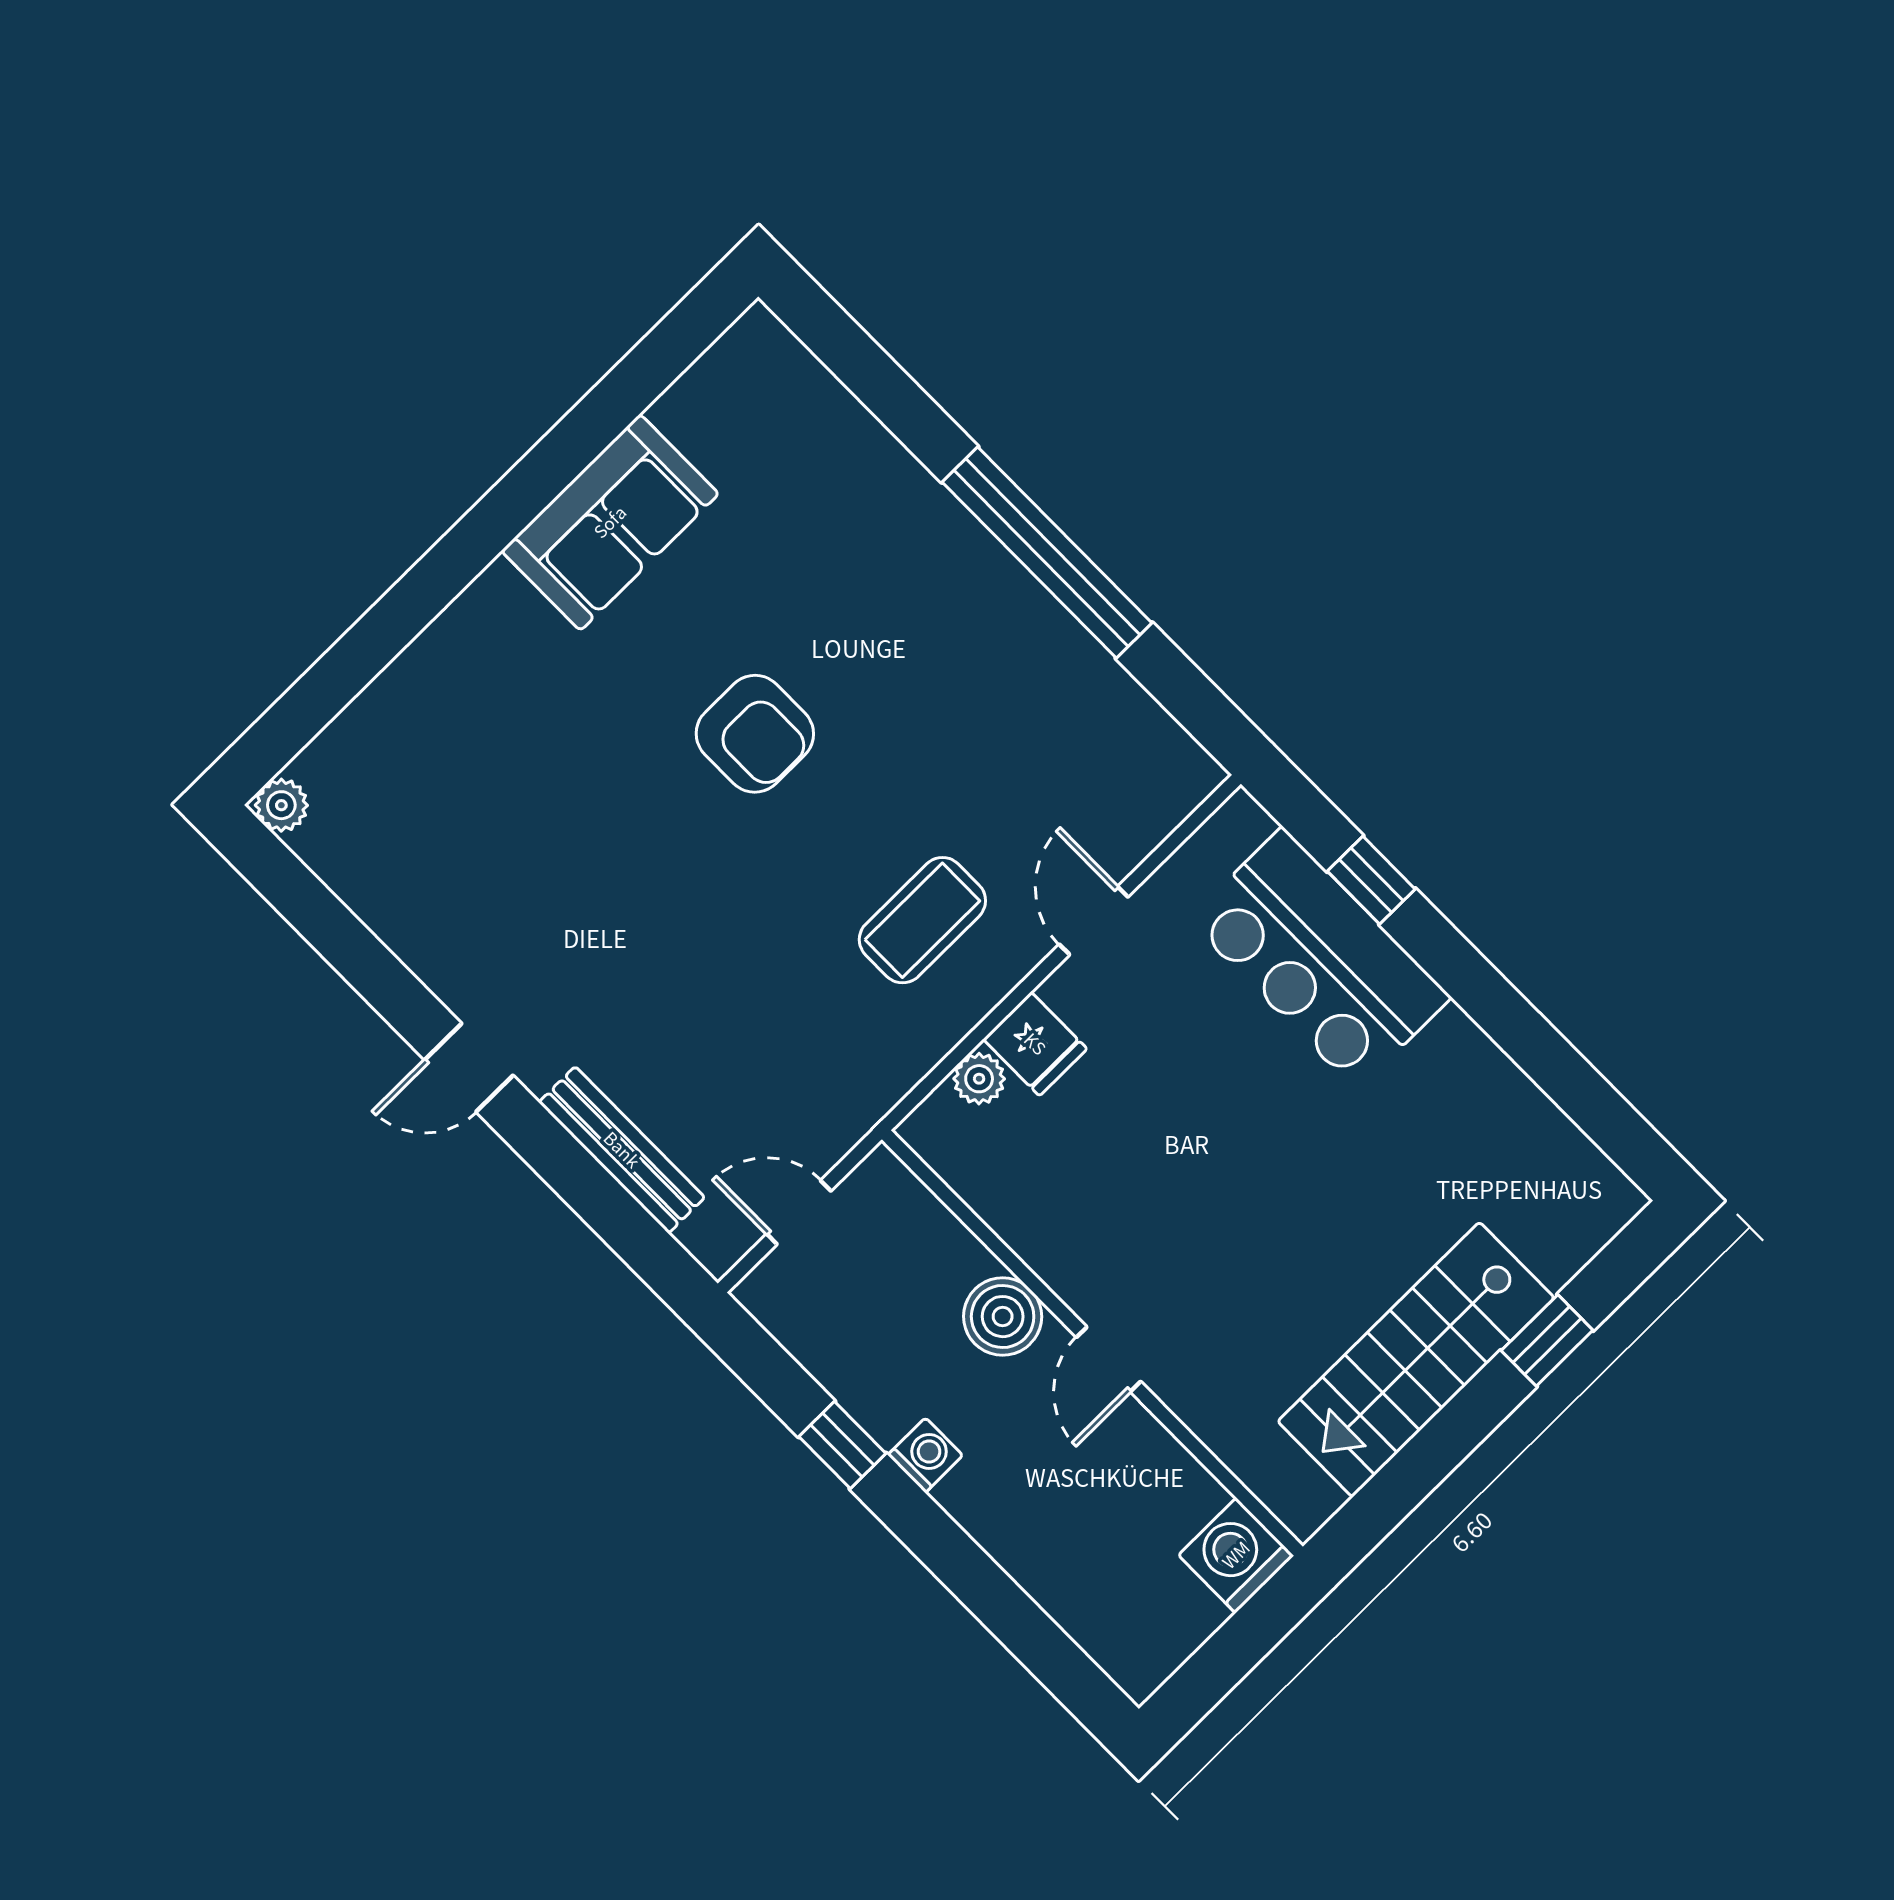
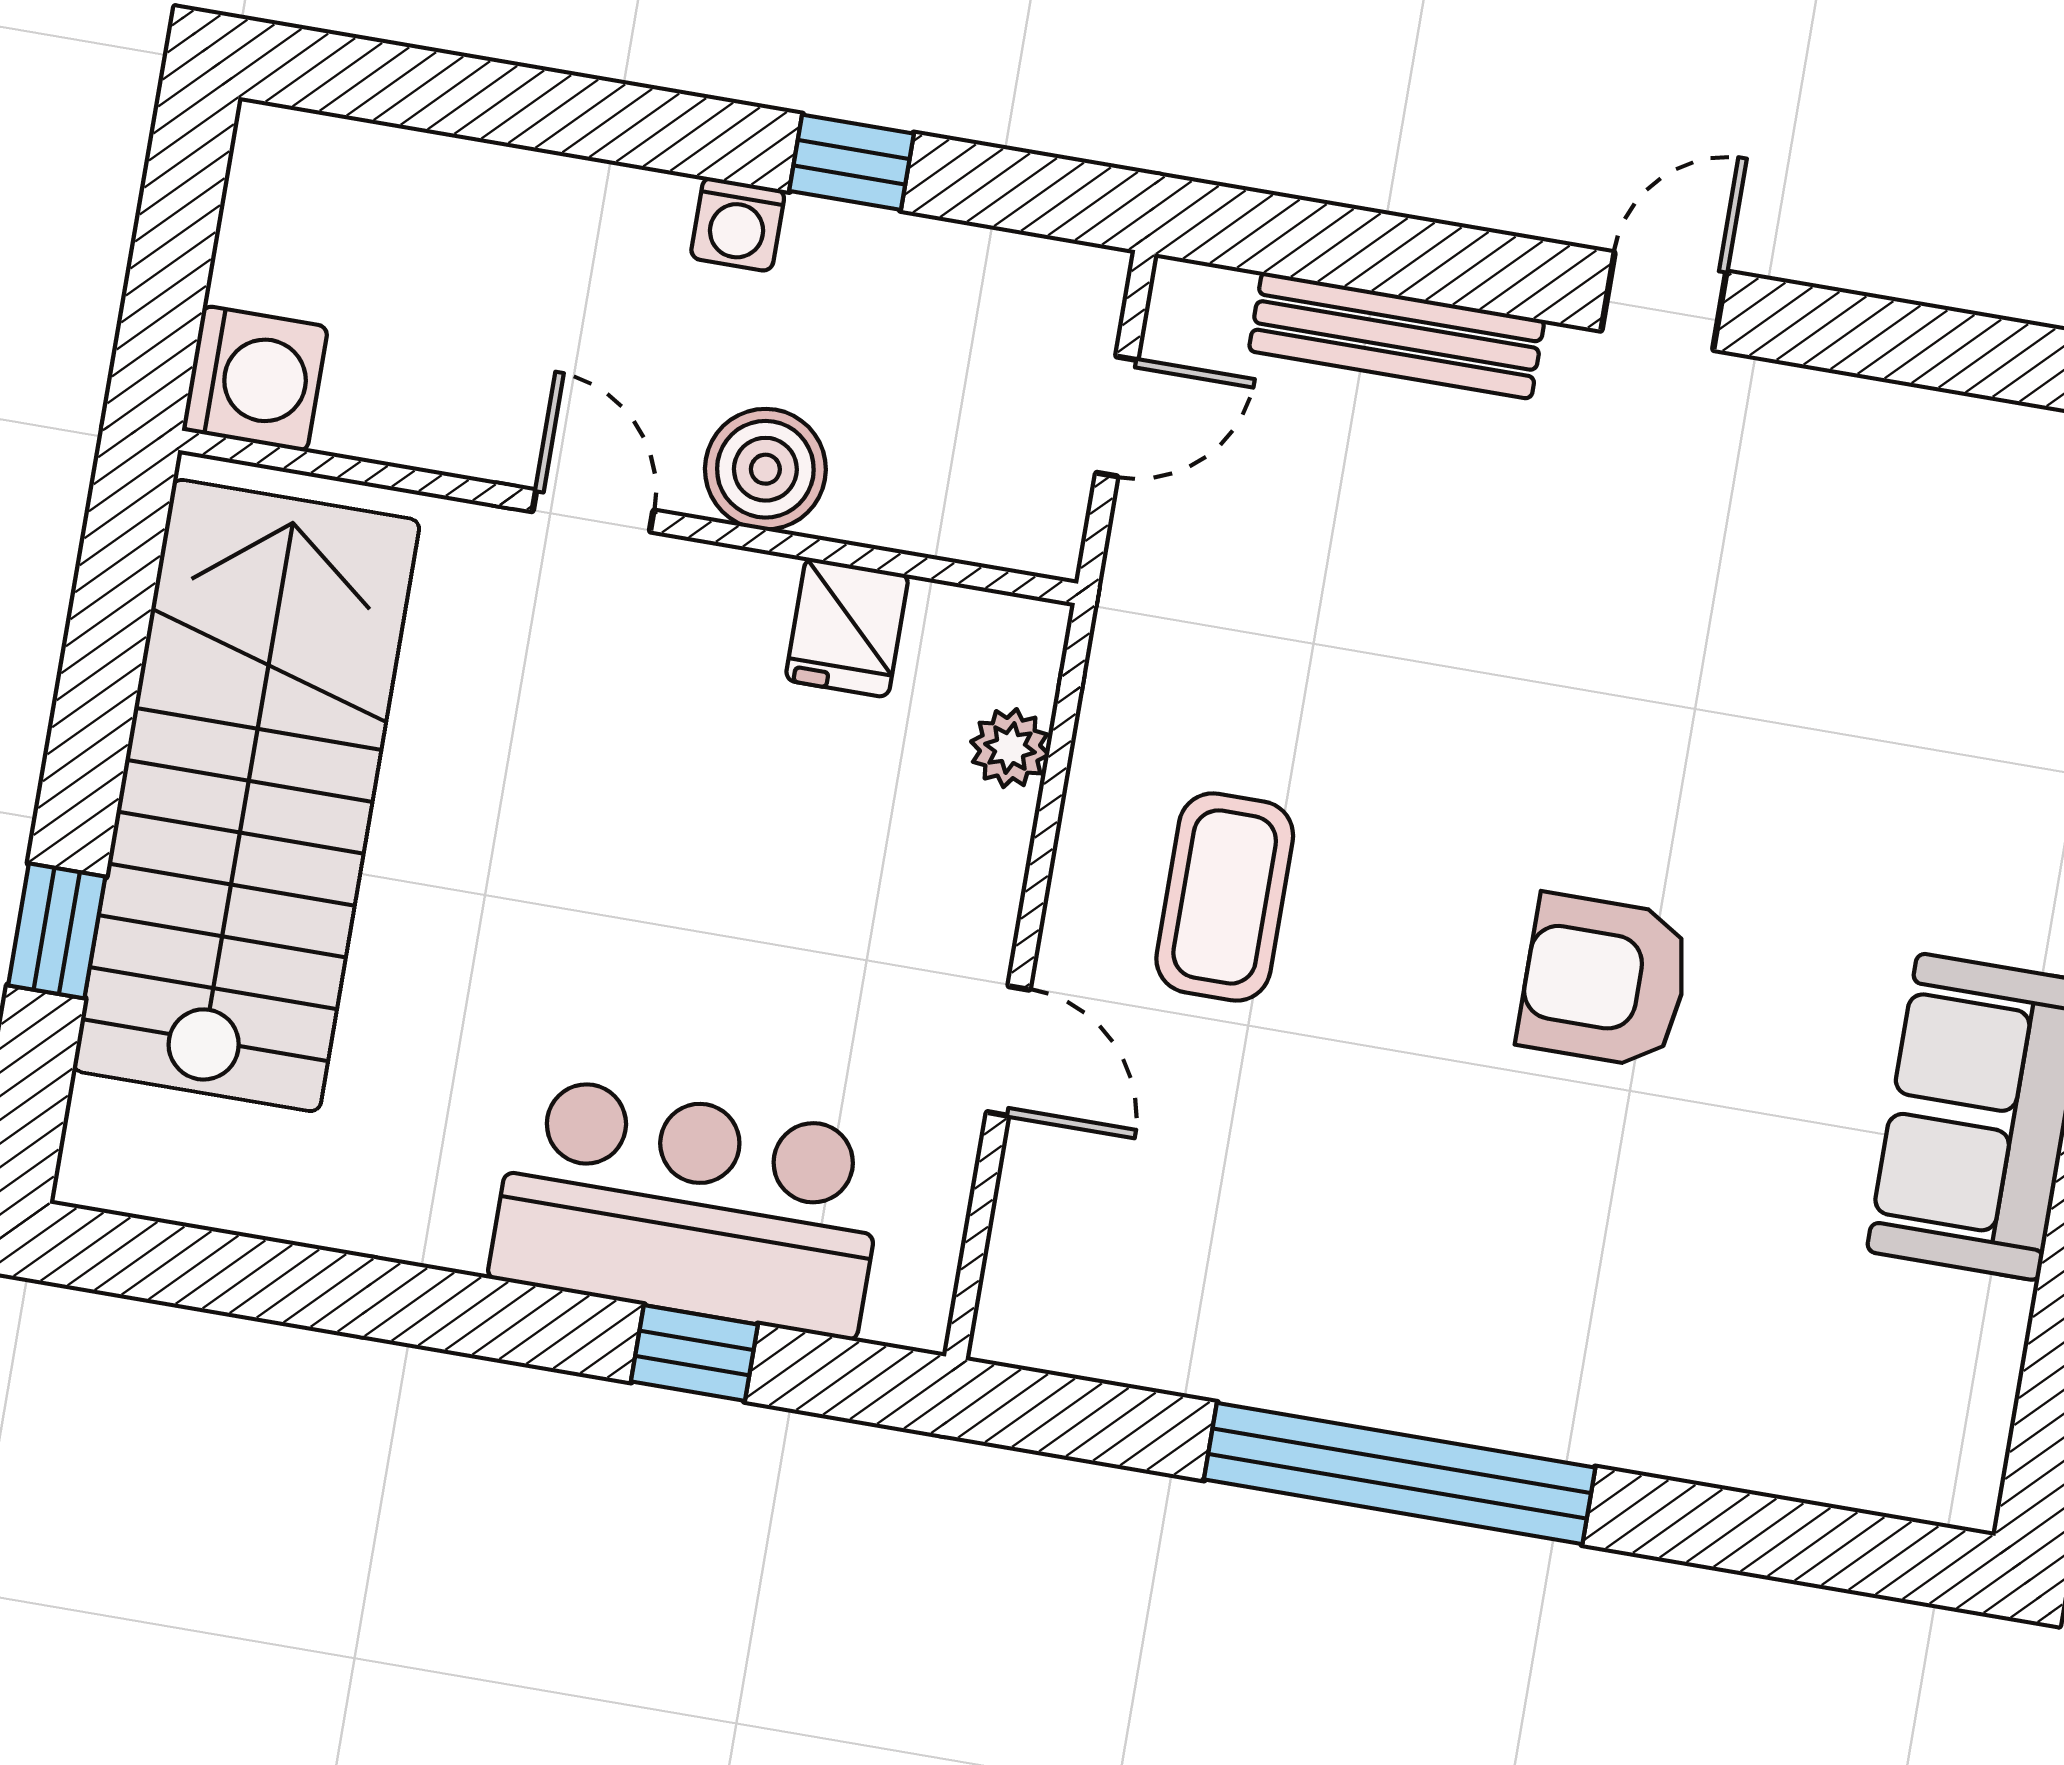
fridge: (1035, 1044) -> (847, 627), moved, turned -90
stairs: (1416, 1360) -> (246, 795), width x1.36, depth x1.51

